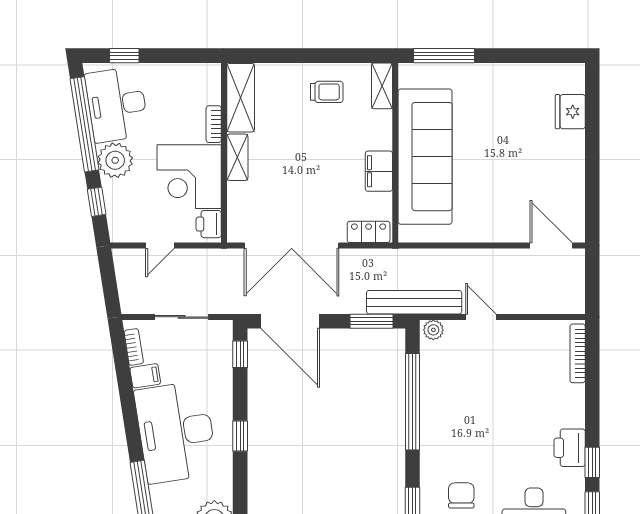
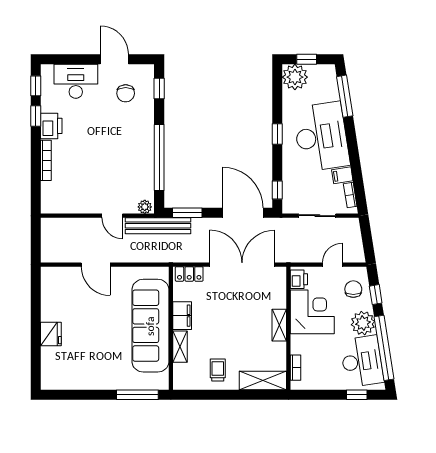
shelving: (382, 86) -> (180, 347), moved
trolley: (327, 92) -> (218, 370), turned 90
shelving: (241, 98) -> (263, 381), moved, turned 90
fridge: (570, 112) -> (51, 334), moved
bookcase: (214, 124) -> (295, 368), moved
chair: (129, 210) -> (353, 289), added
door: (551, 246) -> (96, 265), moved
bookcase: (578, 353) -> (46, 160), moved

